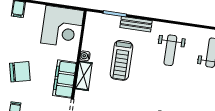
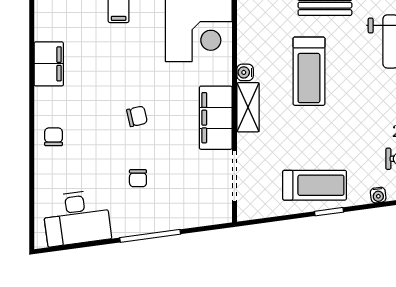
chair: (20, 72) -> (137, 116), width x0.54, depth x0.54

